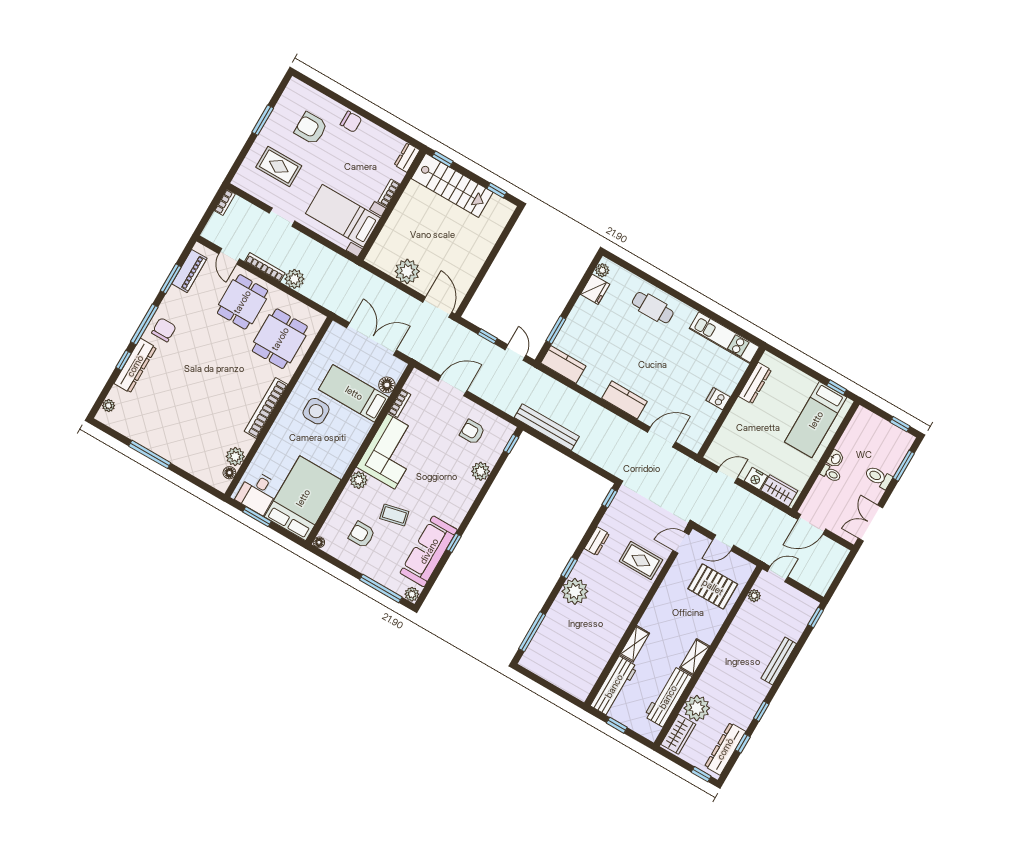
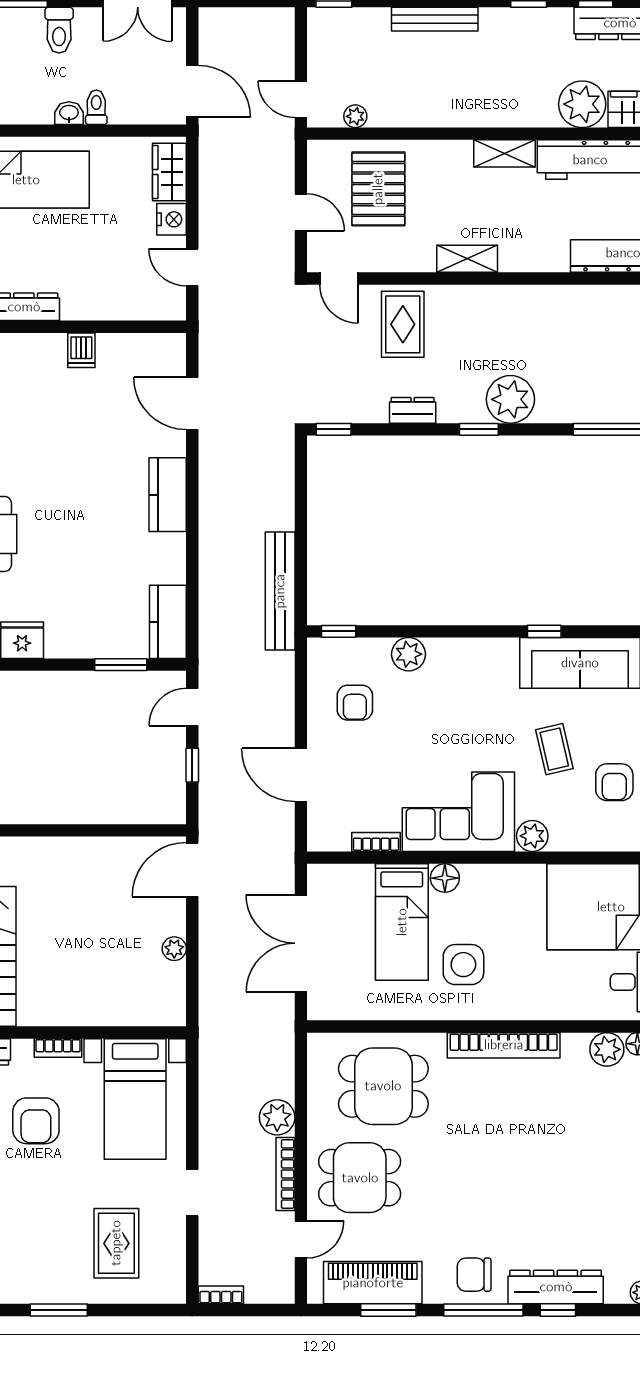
armchair: (311, 128) -> (36, 1121), moved
piano: (189, 271) -> (373, 1283), width x1.37, depth x1.33
plant: (407, 271) -> (174, 949), width x0.53, depth x0.53
floor lamp: (387, 385) -> (445, 878), moved
shelving: (635, 644) -> (467, 259), moved

